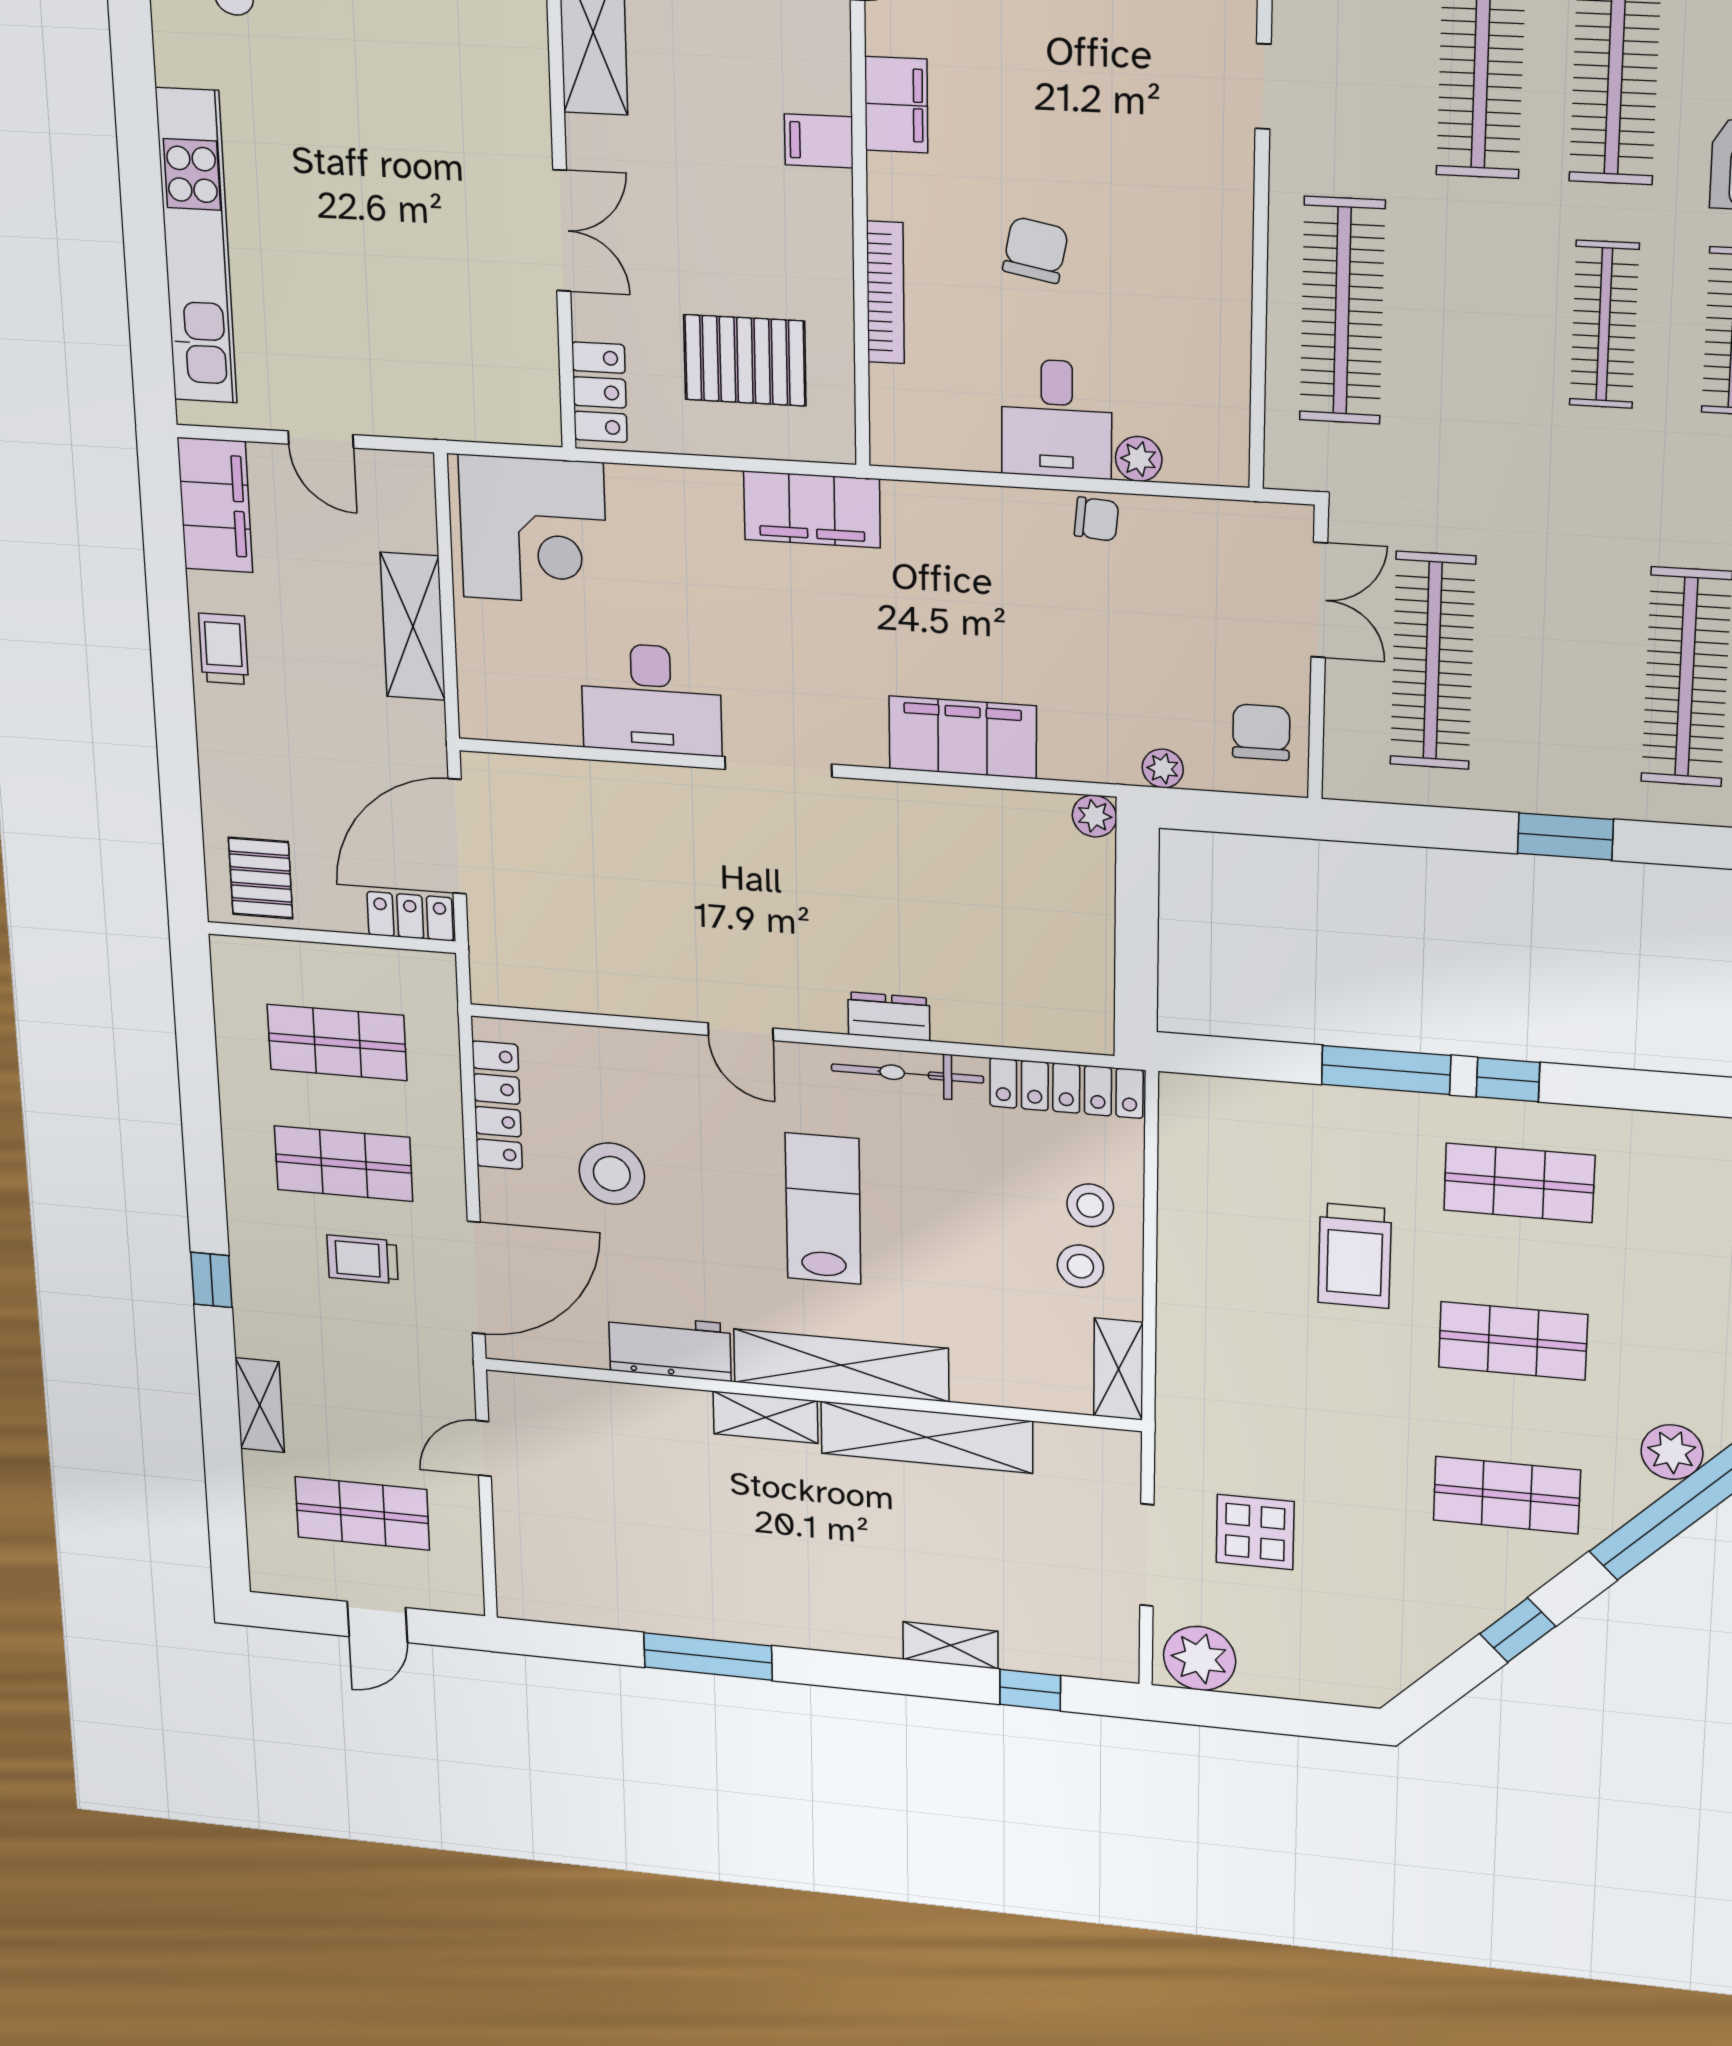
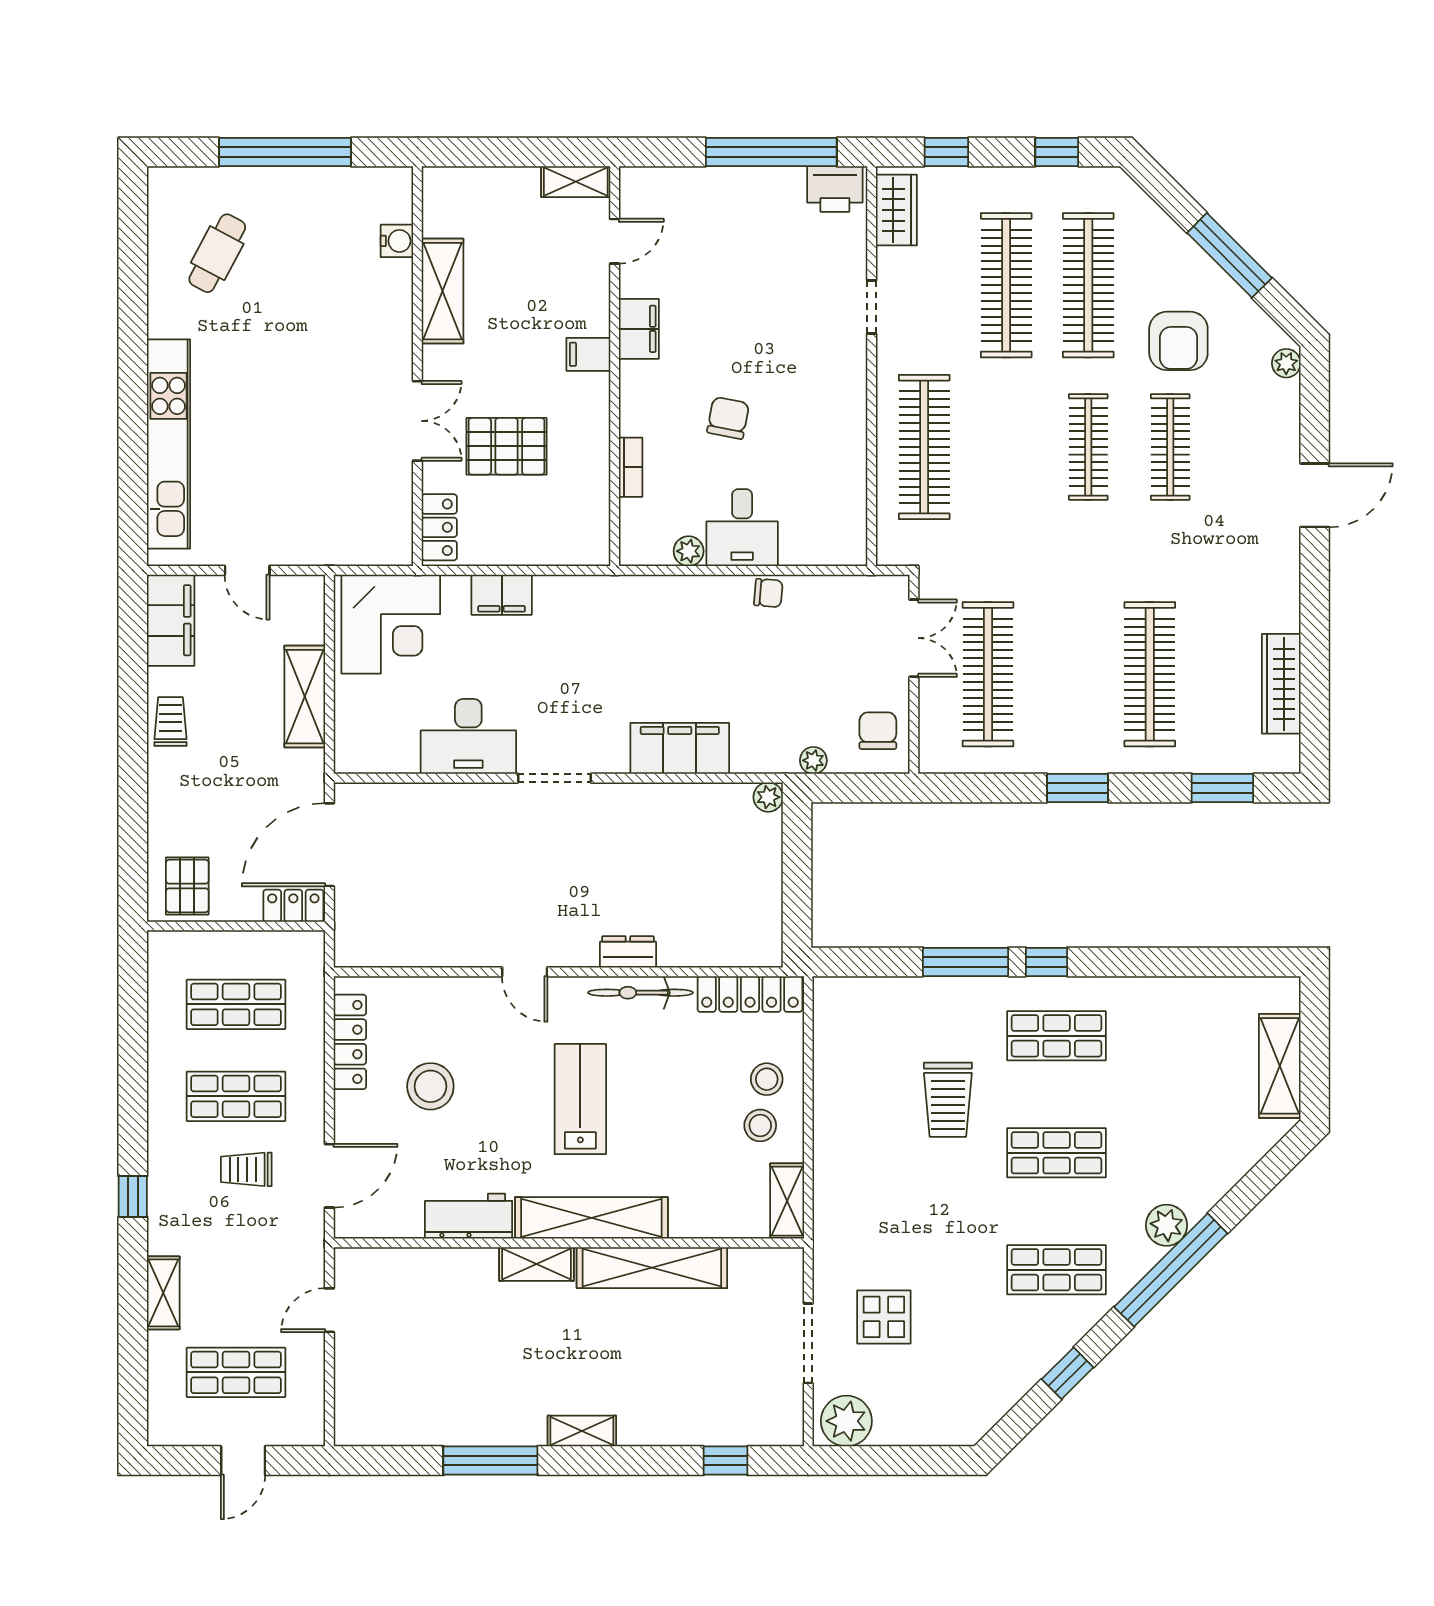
bookcase: (885, 292) -> (631, 467), width x0.64
pallet: (745, 360) -> (507, 446), moved
plant: (1139, 459) -> (689, 551), moved
filing cabinet: (812, 509) -> (502, 595), moved, width x0.67, depth x0.86
door: (476, 1278) -> (329, 1176), width x0.73
shelving: (951, 1645) -> (582, 1431), moved

